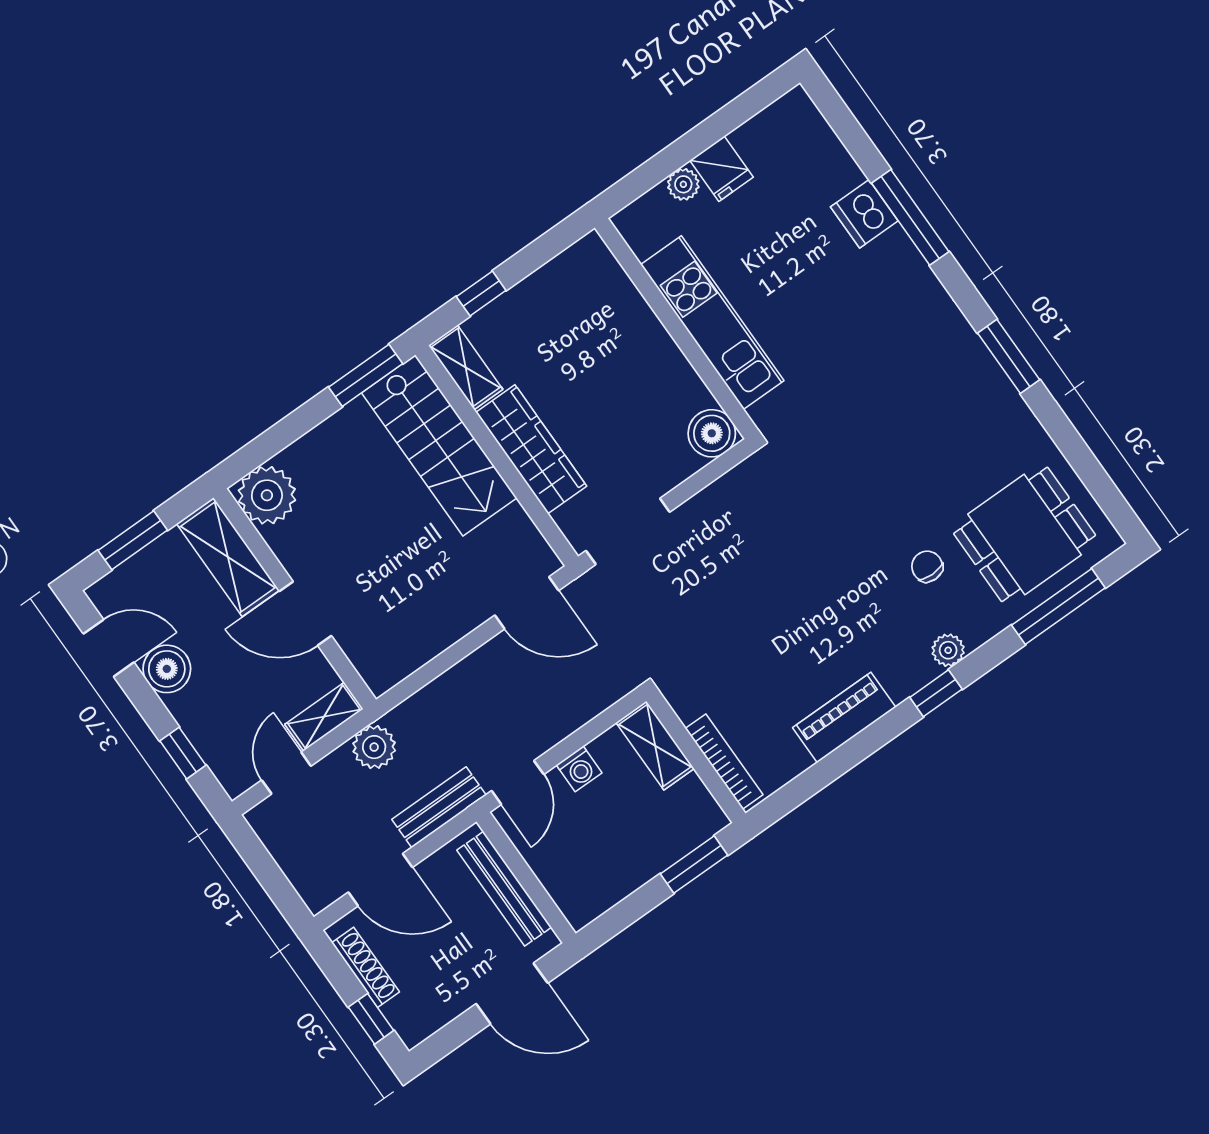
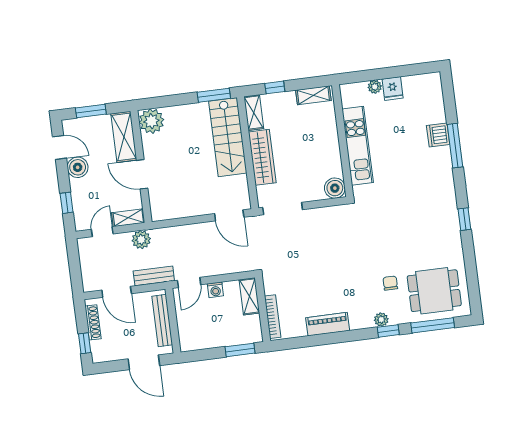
shelving: (568, 268) -> (313, 95), added
window: (1009, 356) -> (464, 219), width x0.67
window: (936, 693) -> (388, 331), moved

